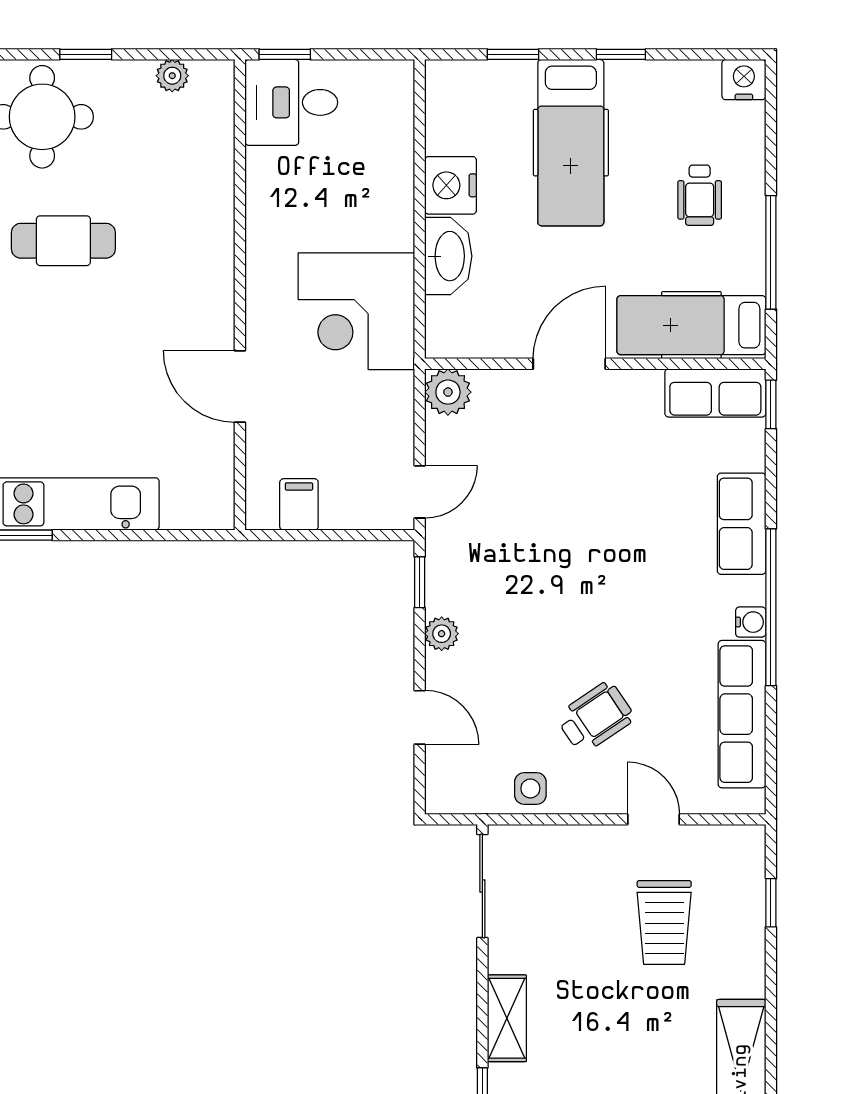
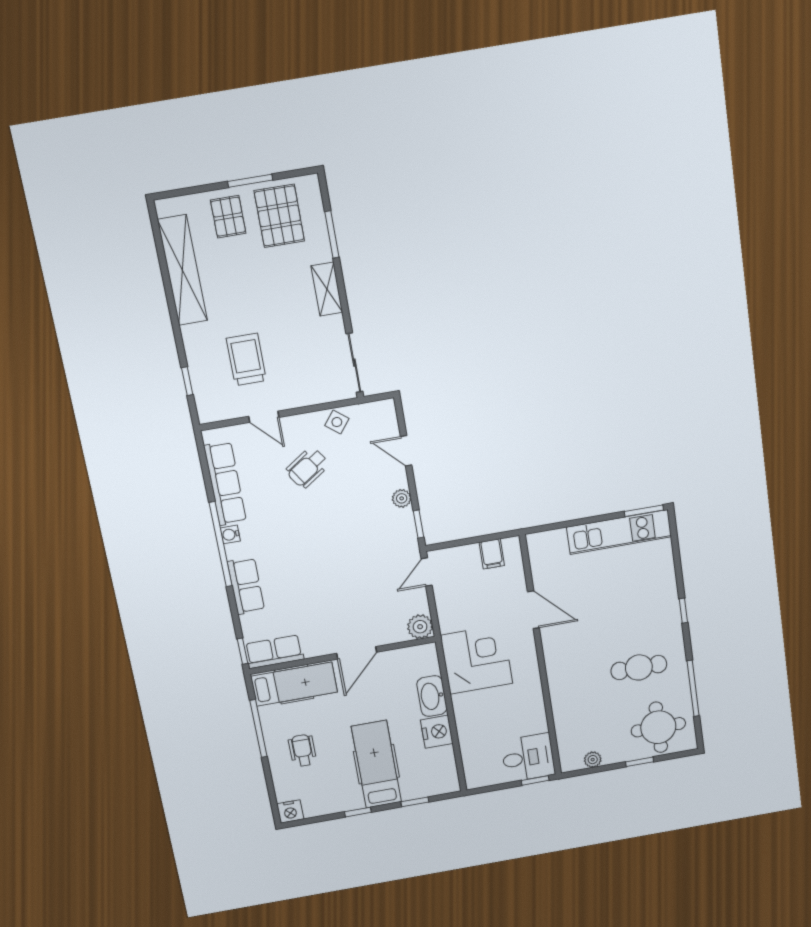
side table: (530, 788) -> (337, 422), turned 38

